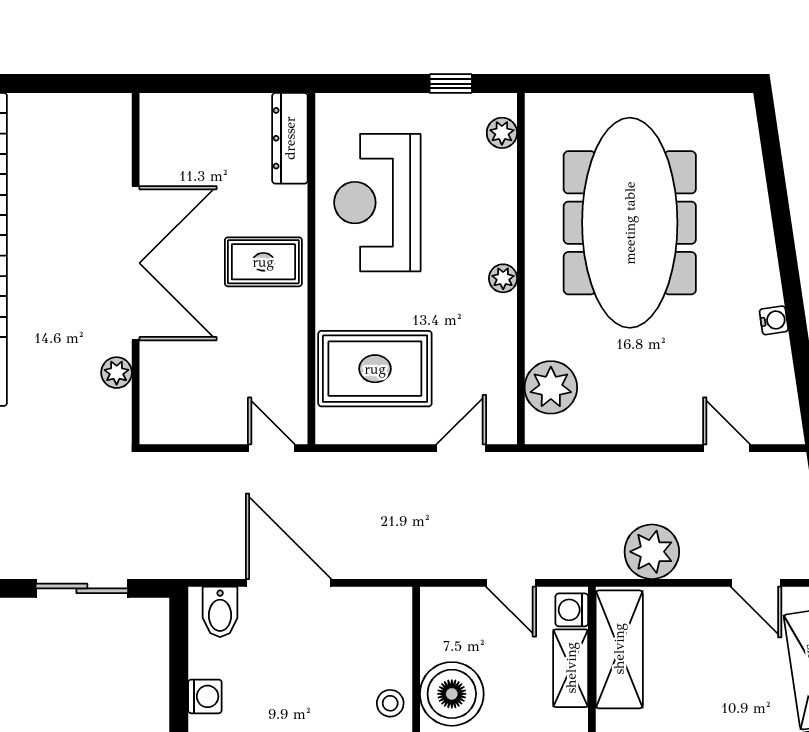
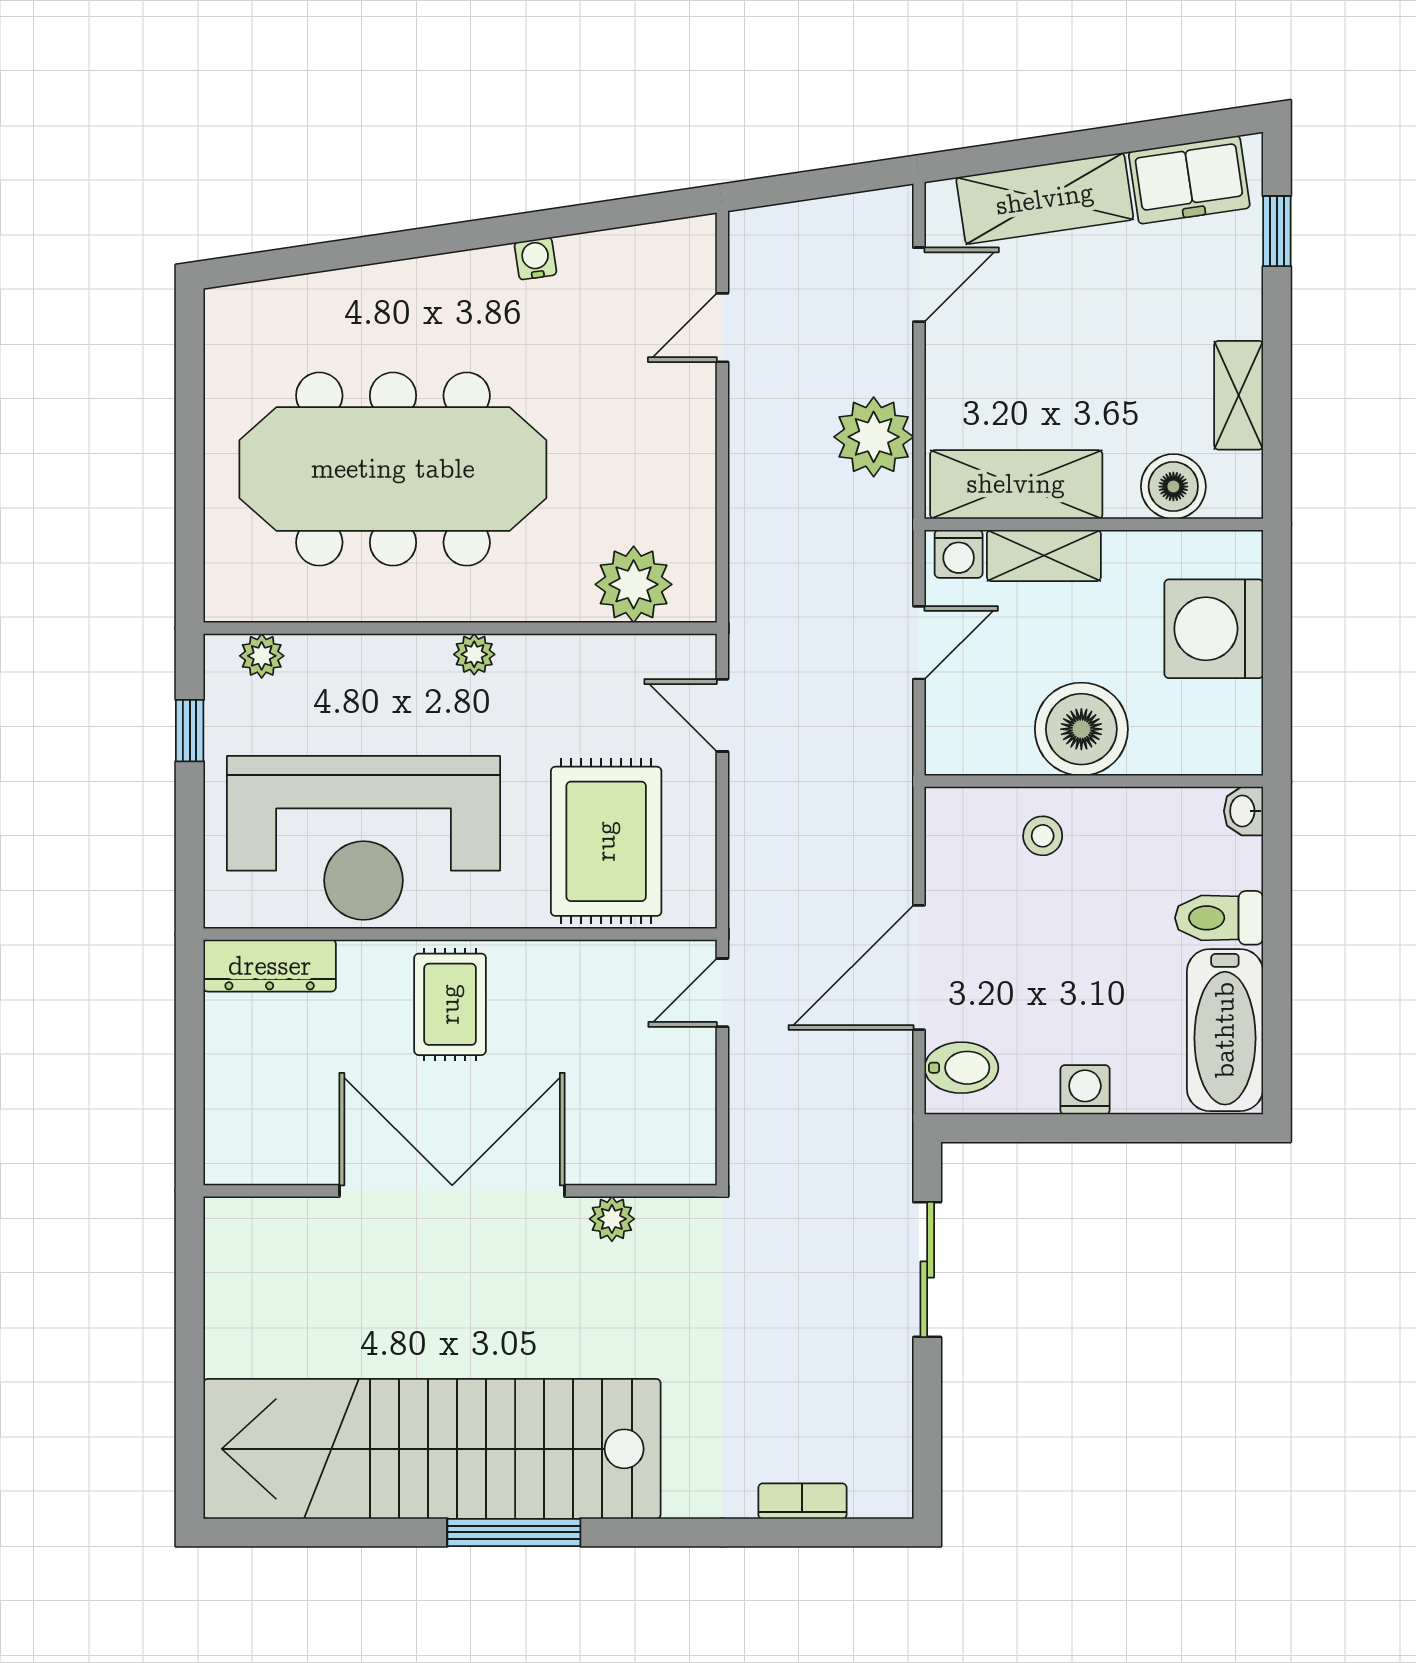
reception desk: (377, 203) -> (364, 838), width x1.36, depth x1.30
stool: (390, 703) -> (1043, 836), moved

